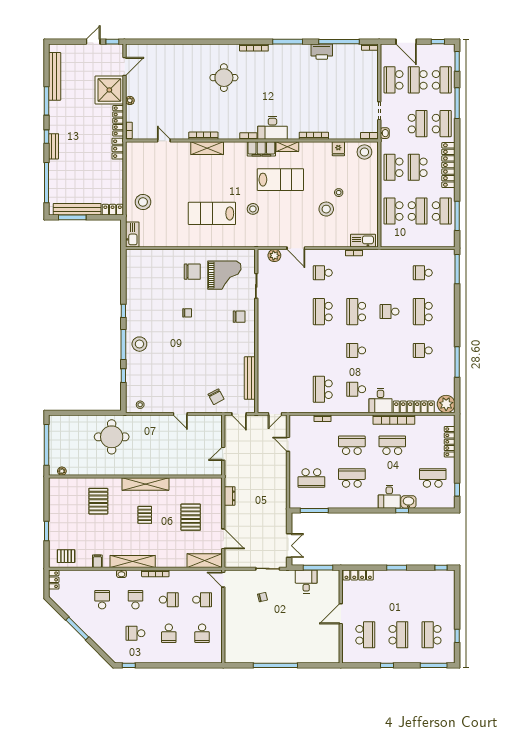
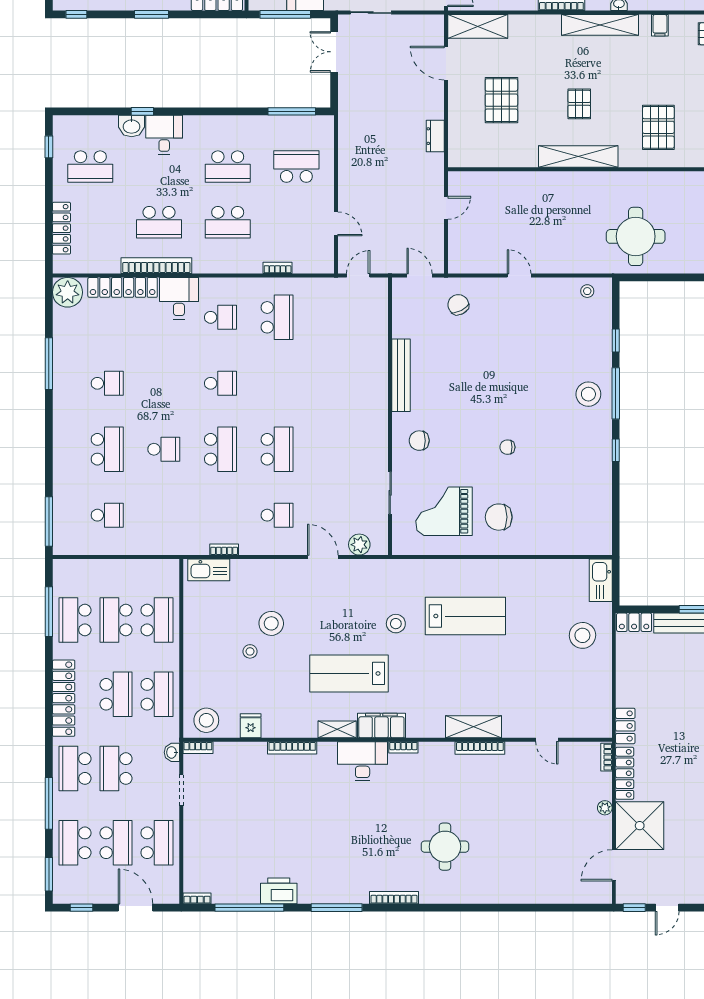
bench: (250, 378) -> (401, 375), moved

